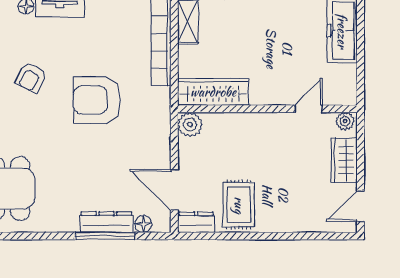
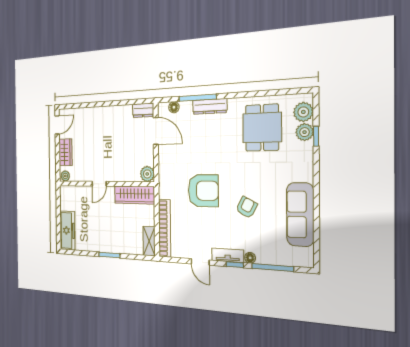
door: (309, 109) -> (99, 184), moved
rug: (239, 205) -> (119, 123), removed
dresser: (106, 222) -> (210, 106), moved

